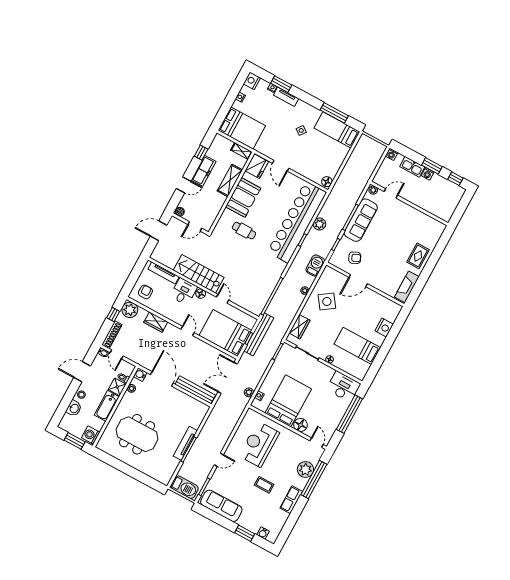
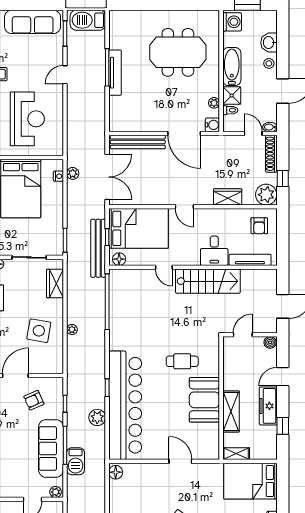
fridge: (257, 166) -> (208, 446), removed
barbecue: (315, 265) -> (76, 461), moved
floor lamp: (201, 294) -> (119, 259), moved
side table: (327, 302) -> (39, 331), turned 45

